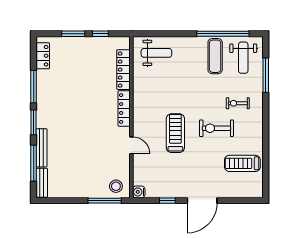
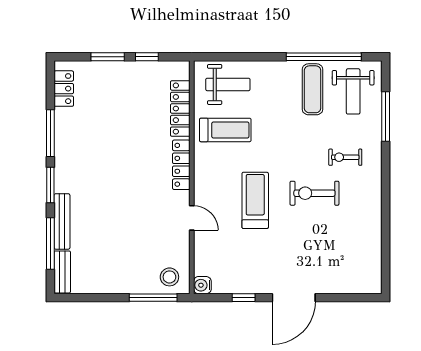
treadmill: (242, 163) -> (225, 130), moved, turned 180

